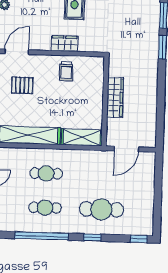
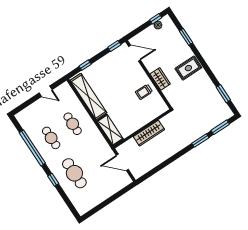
pallet: (22, 85) -> (116, 71), removed
window: (139, 239) -> (72, 209), removed

